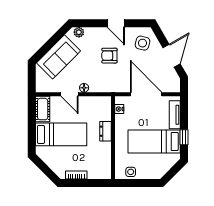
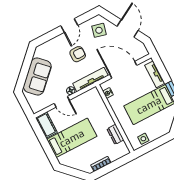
door: (116, 23) -> (69, 26), hinge flipped
plant: (79, 32) -> (43, 48), removed
armchair: (109, 56) -> (78, 54), turned 180
tv unit: (109, 87) -> (90, 80), added
dresser: (105, 131) -> (115, 134), moved

